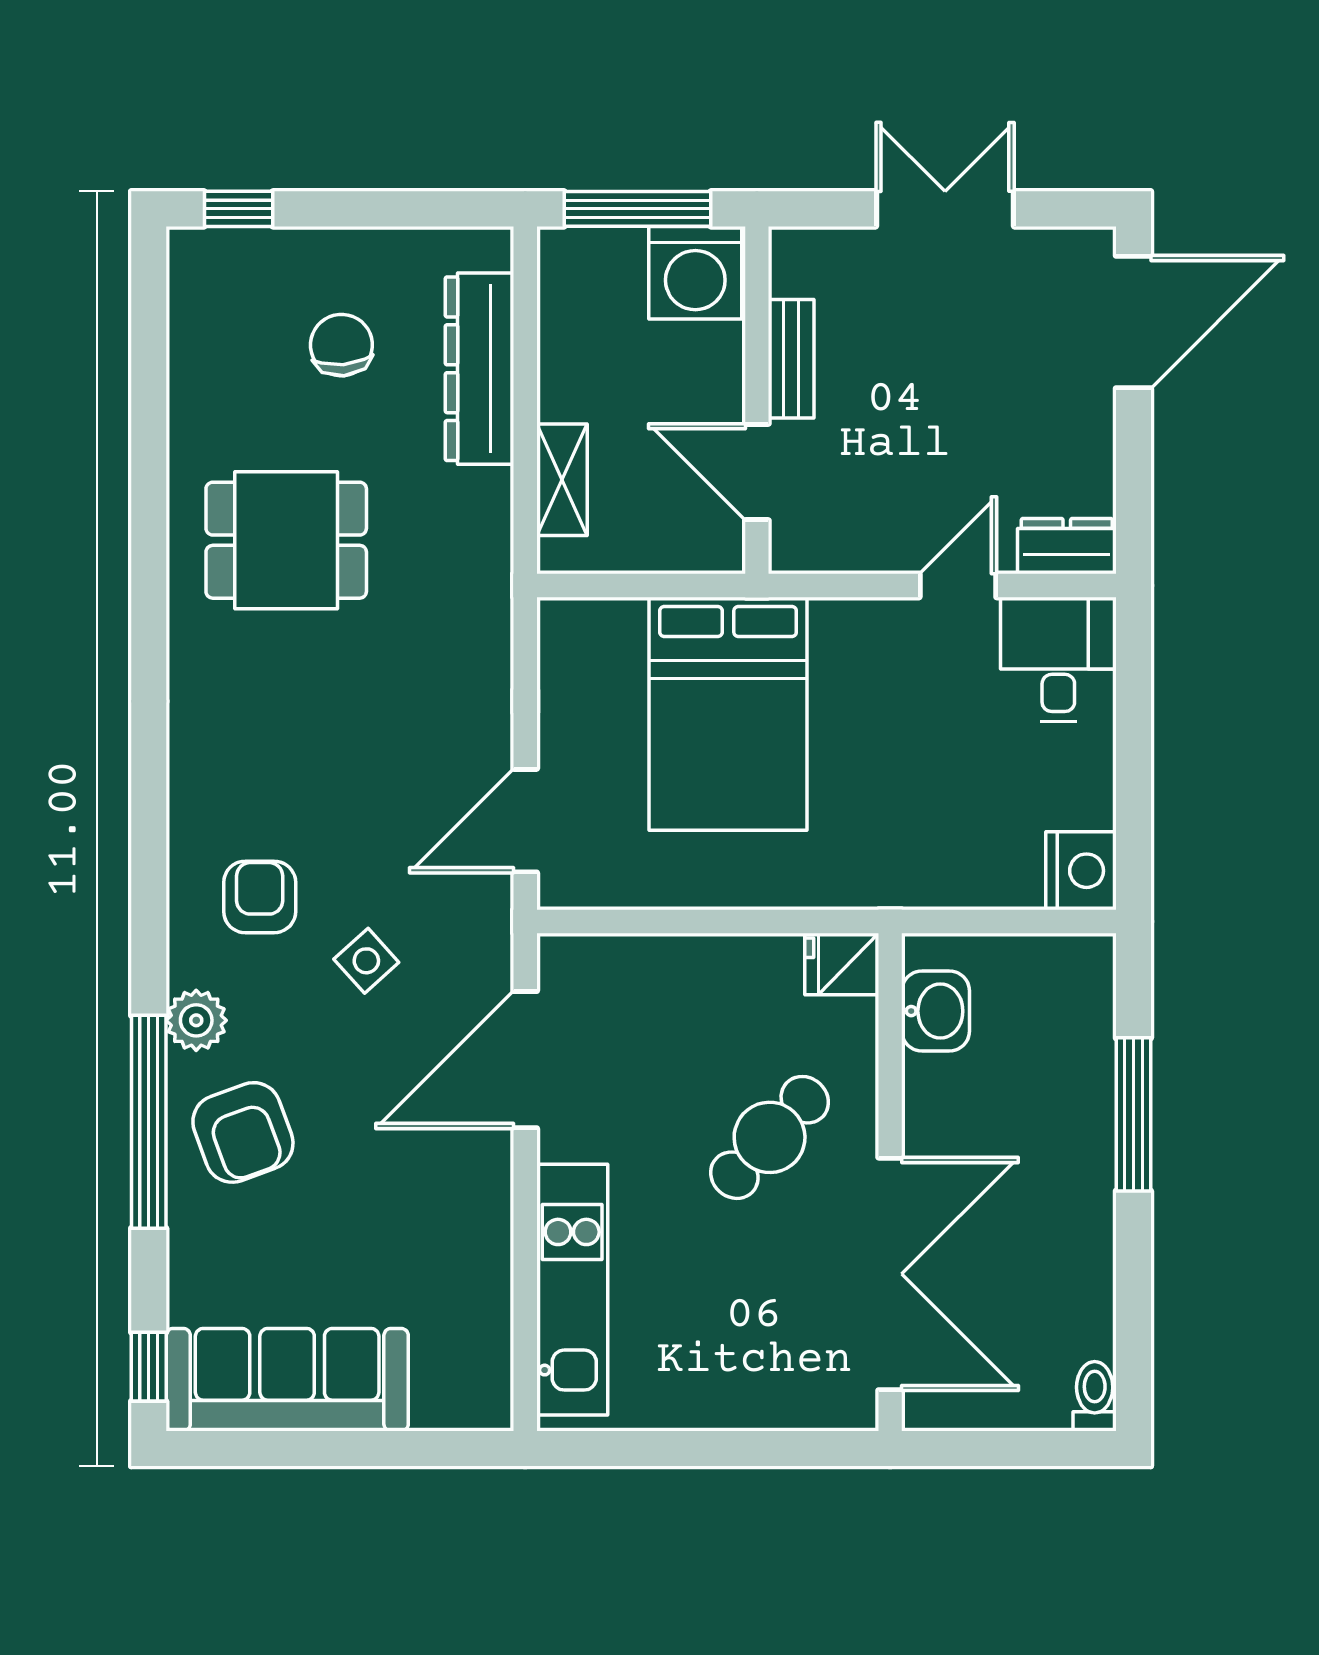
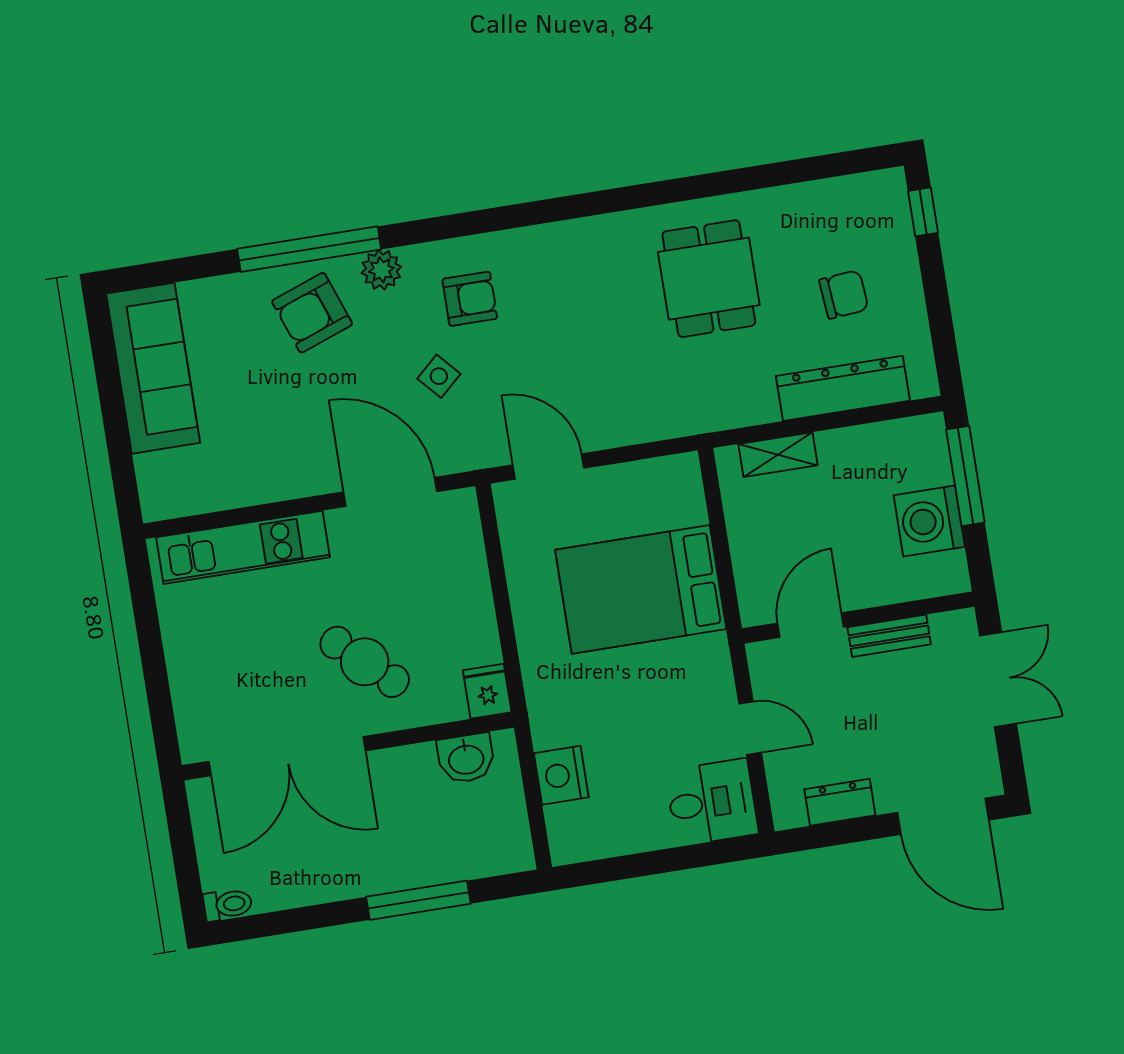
bench: (791, 359) -> (889, 636), moved
wall: (757, 400) -> (858, 617), moved
door: (757, 472) -> (811, 625), moved
dresser: (1067, 546) -> (840, 802), moved, turned -90
nightstand: (1081, 871) -> (561, 775), moved, turned 90
window: (149, 1367) -> (147, 275), removed

